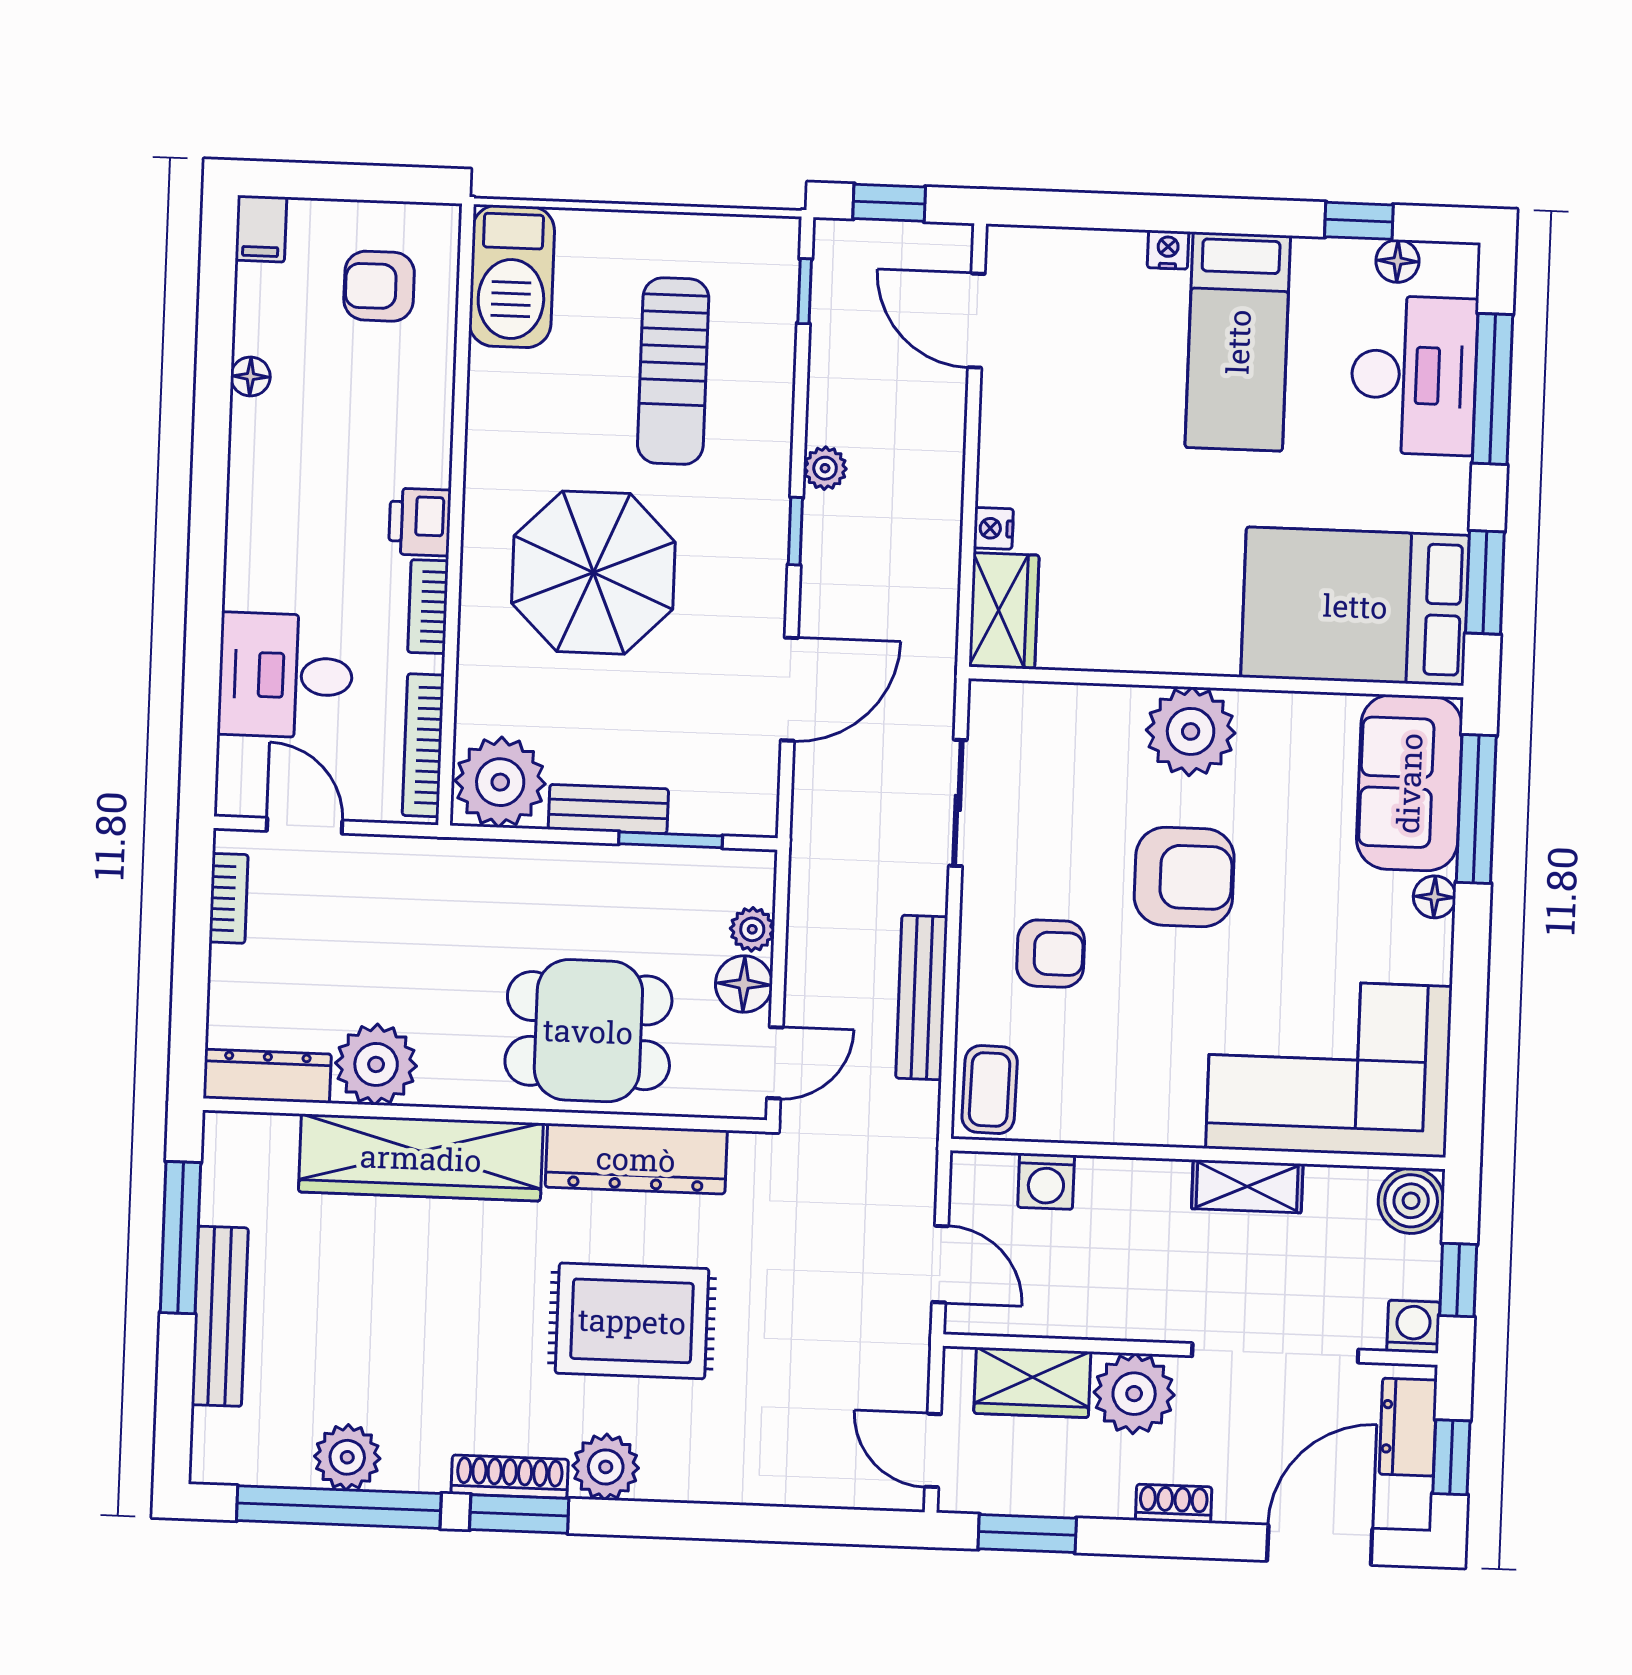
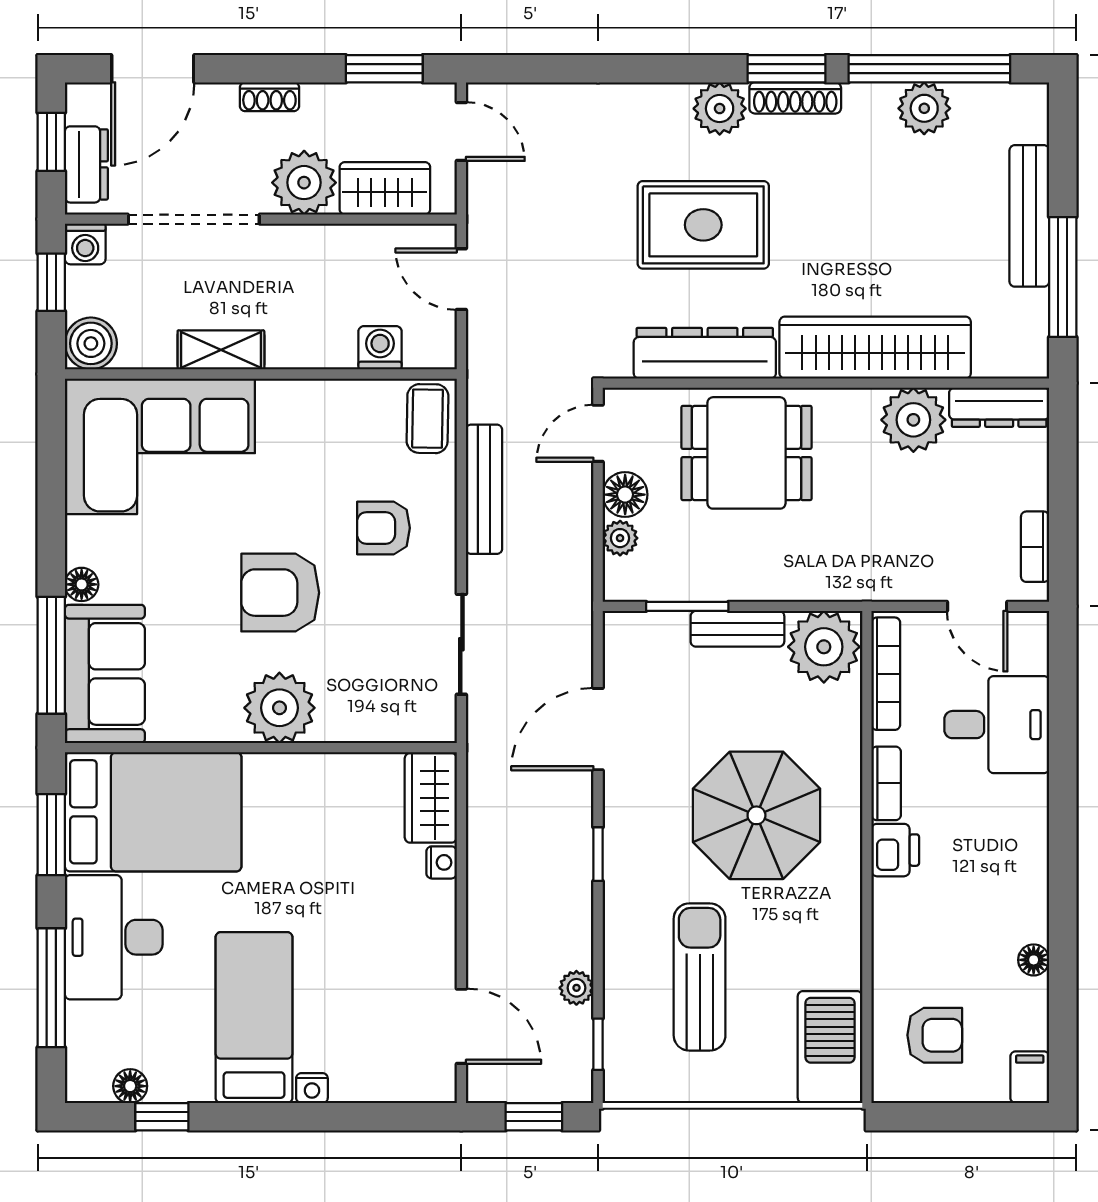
desk: (1414, 375) -> (114, 937), moved
plant: (825, 468) -> (576, 988), moved

